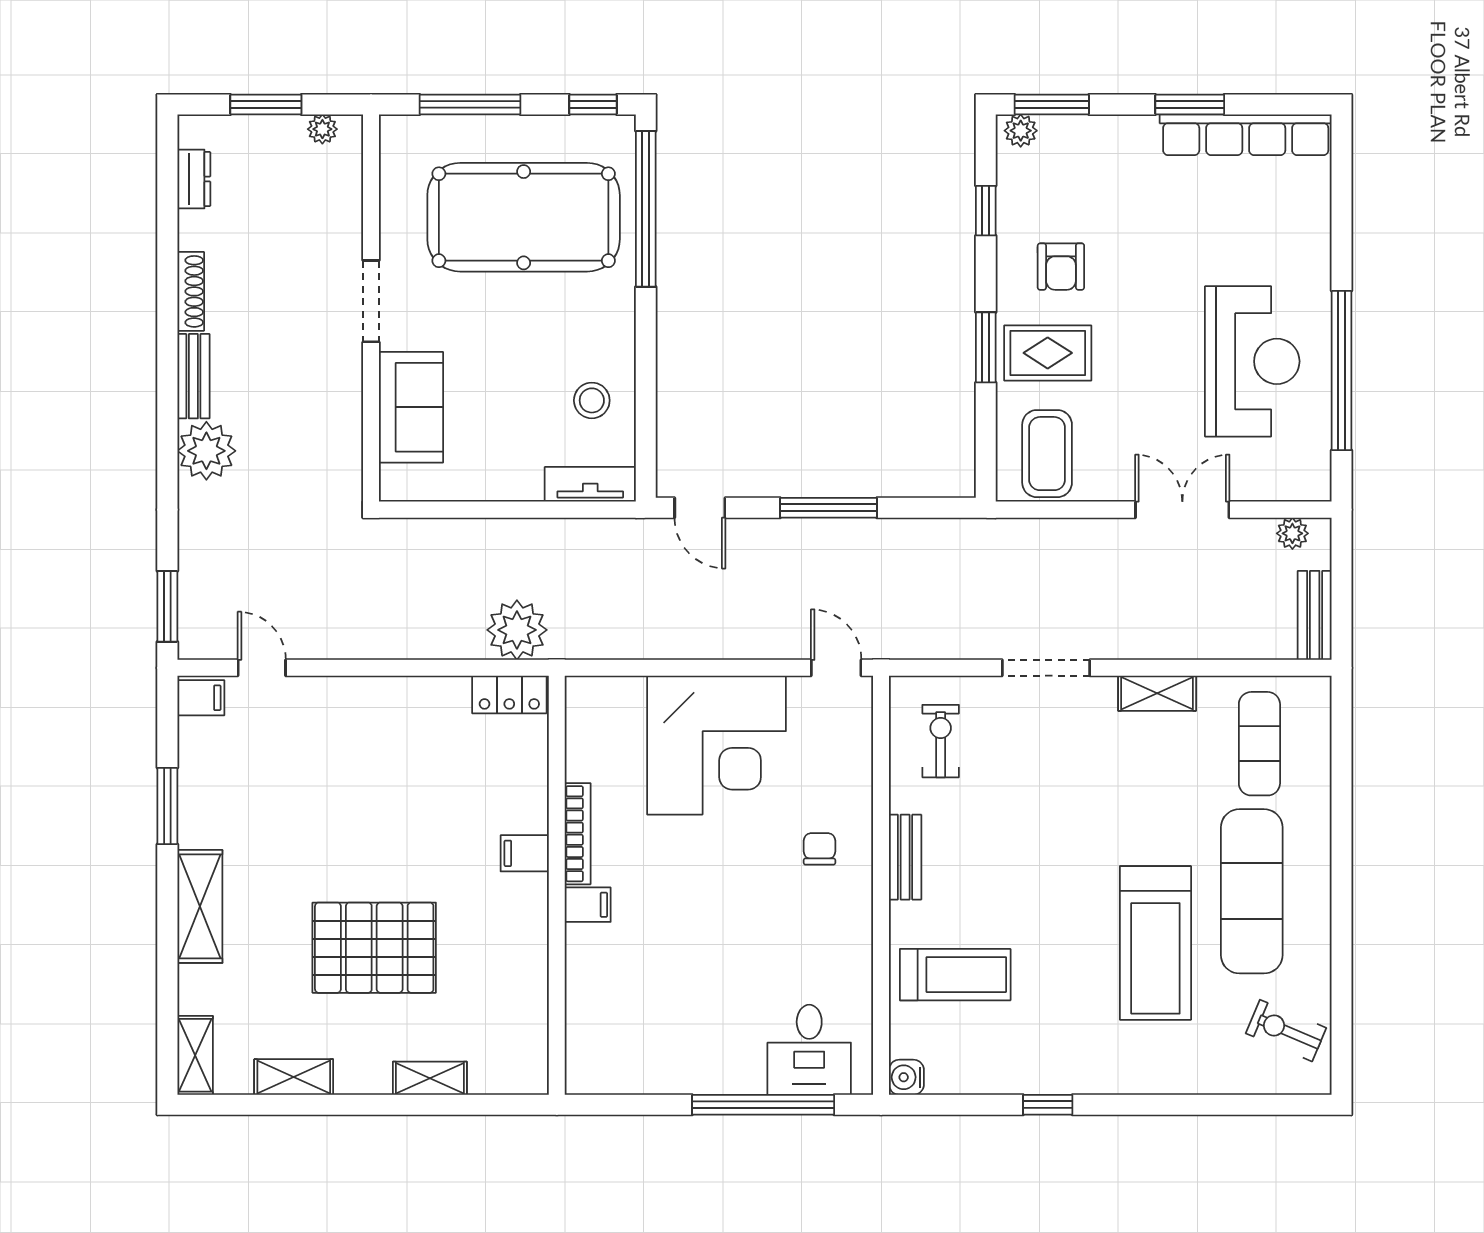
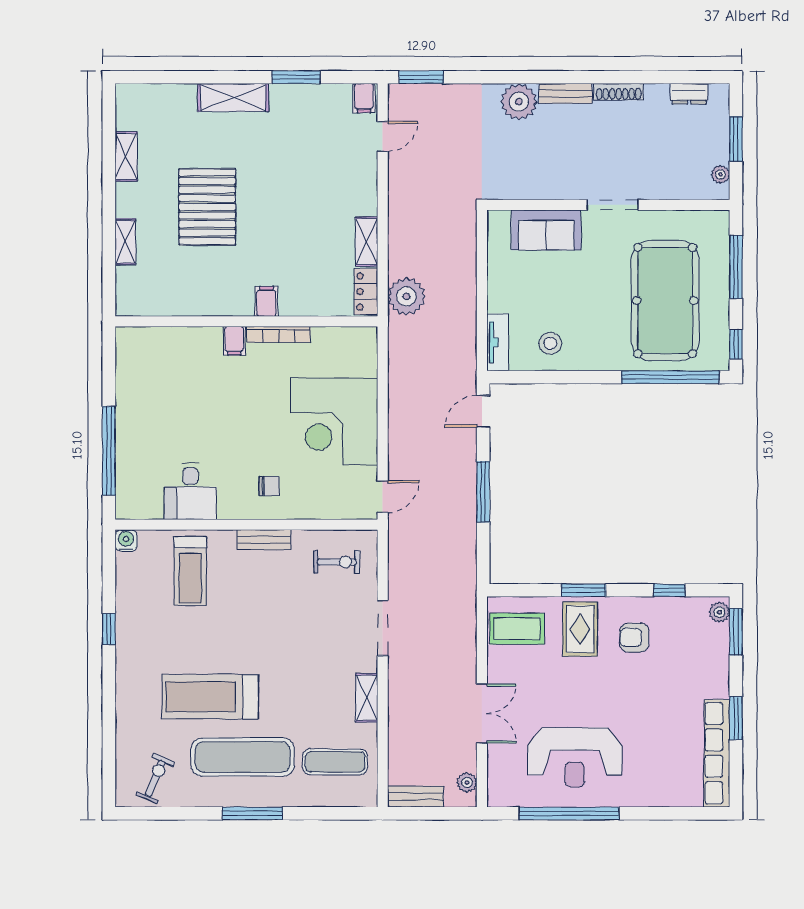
window: (1342, 875) -> (252, 813), added
desk: (809, 1050) -> (190, 491), moved, turned -90
shelving: (195, 1055) -> (367, 242), moved, turned 90

